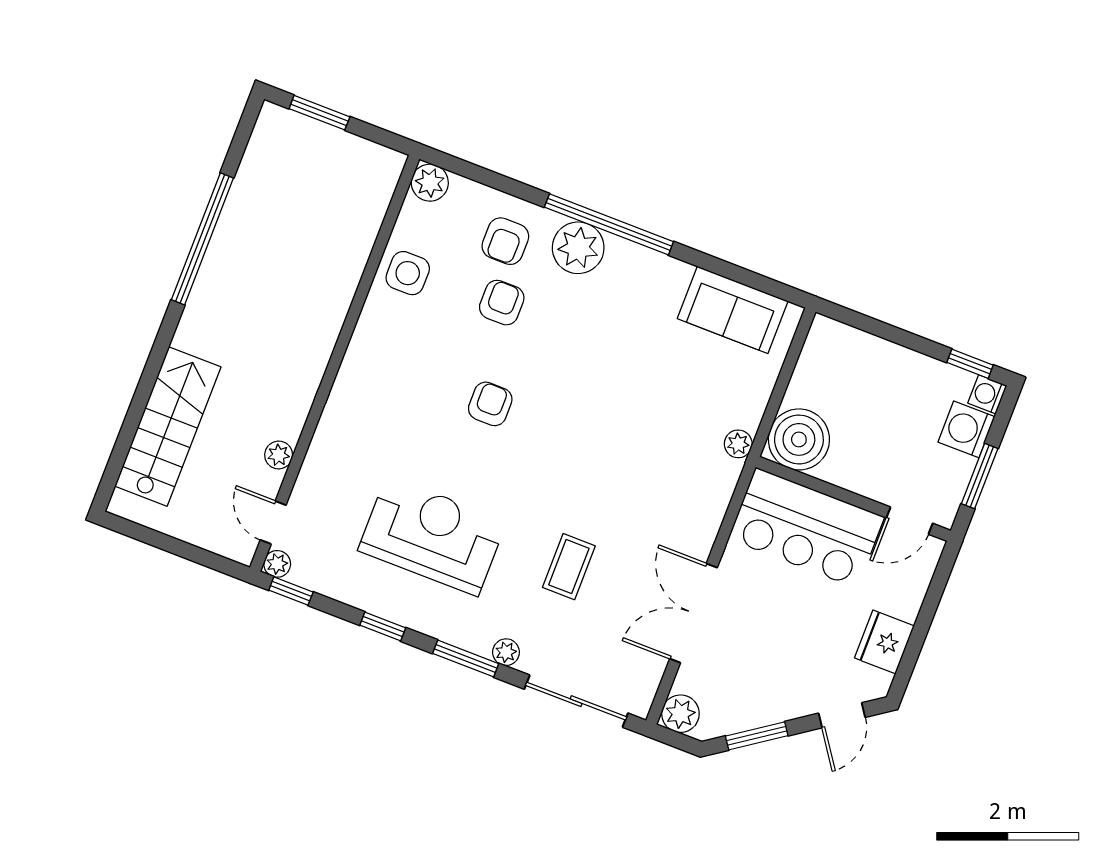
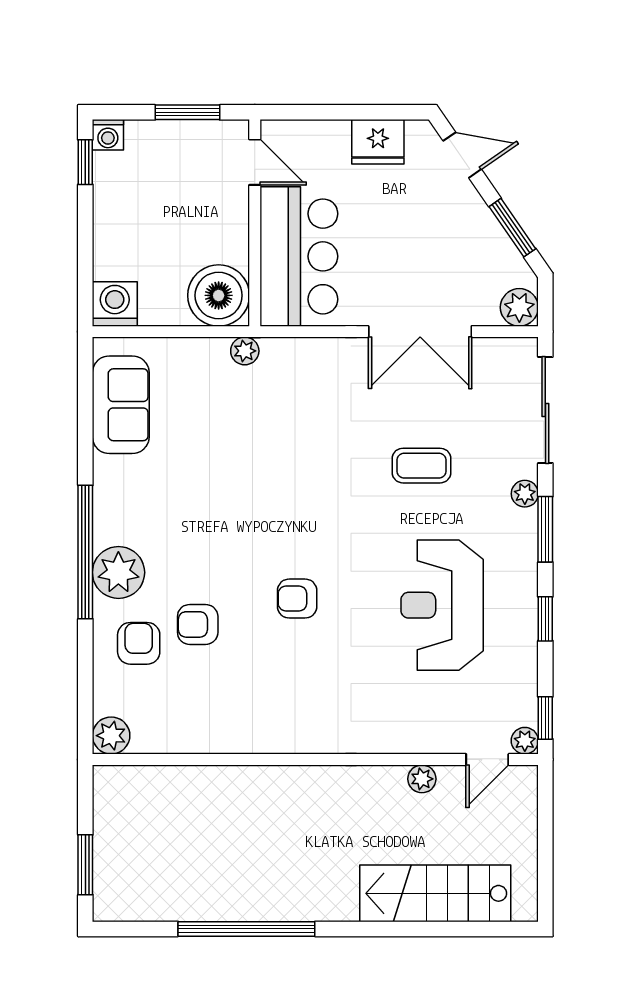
armchair: (505, 241) -> (139, 643), turned -90
side table: (408, 273) -> (204, 724), removed
washing machine: (966, 429) -> (115, 304), moved, turned 180

